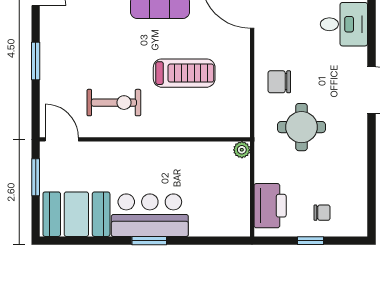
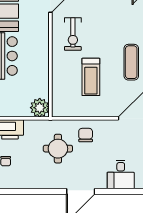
plant: (242, 150) -> (40, 108), width x1.87, depth x1.87

